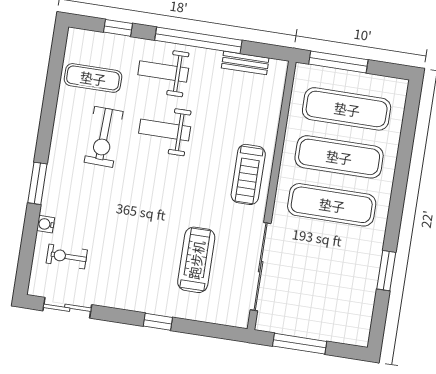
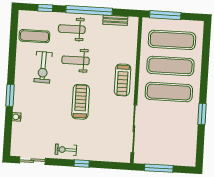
exercise bike: (67, 257) -> (66, 150), moved
treadmill: (196, 260) -> (81, 102), moved
window: (386, 271) -> (202, 114), moved

